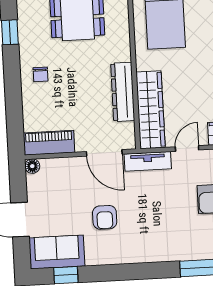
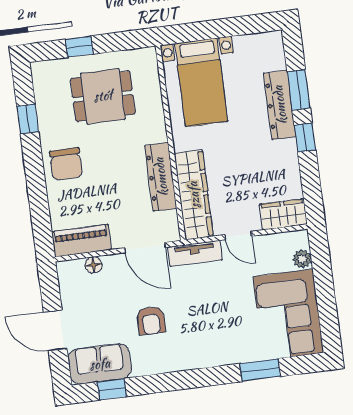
chair: (41, 74) -> (66, 164), width x1.87, depth x1.87
door: (187, 148) -> (238, 235), swing flipped
floor lamp: (32, 166) -> (93, 265), moved

